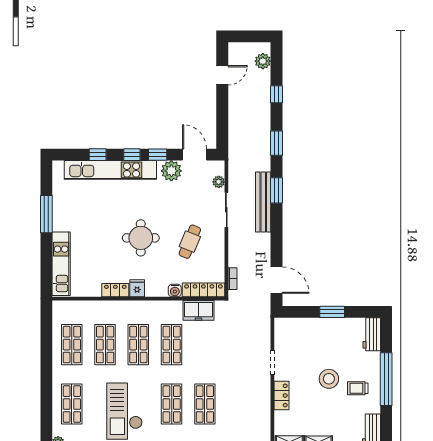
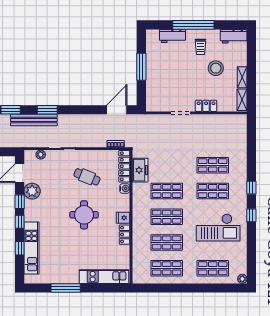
kitchen unit: (110, 170) -> (31, 248), width x0.73
bench: (263, 202) -> (34, 120), moved
window: (332, 312) -> (141, 67), width x1.44
workbench: (372, 334) -> (172, 36), moved
stool: (329, 379) -> (216, 68), moved

